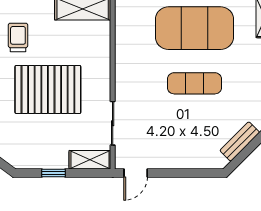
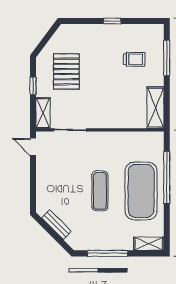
pallet: (48, 89) -> (66, 72), moved, width x0.73, depth x0.71

